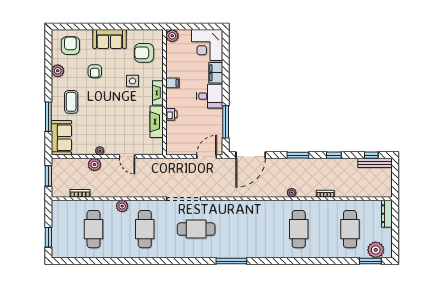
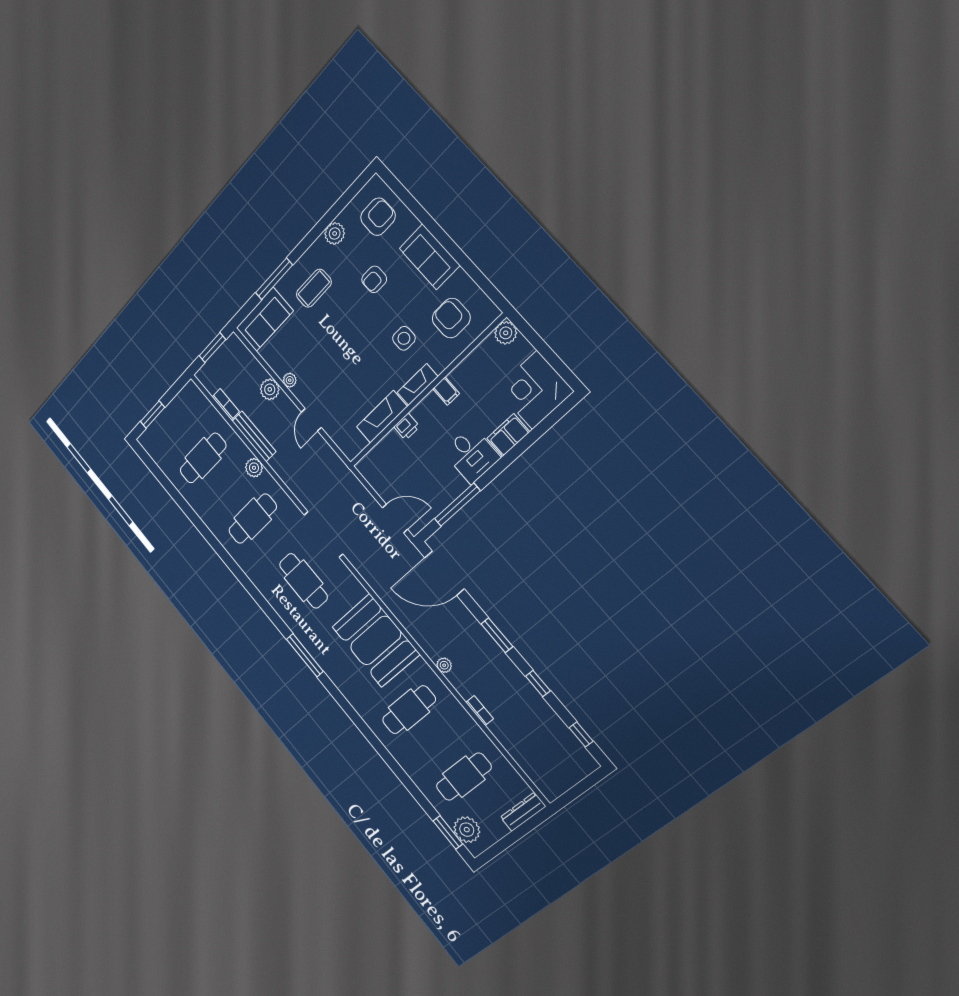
bench: (375, 163) -> (254, 436), moved
booth: (254, 217) -> (376, 641), added

